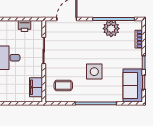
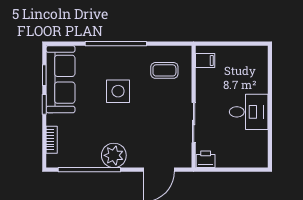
printer: (25, 26) -> (206, 159), moved
plant: (111, 29) -> (114, 155), moved
sofa: (133, 86) -> (61, 79), width x1.36
filing cabinet: (36, 87) -> (205, 61), width x0.50

